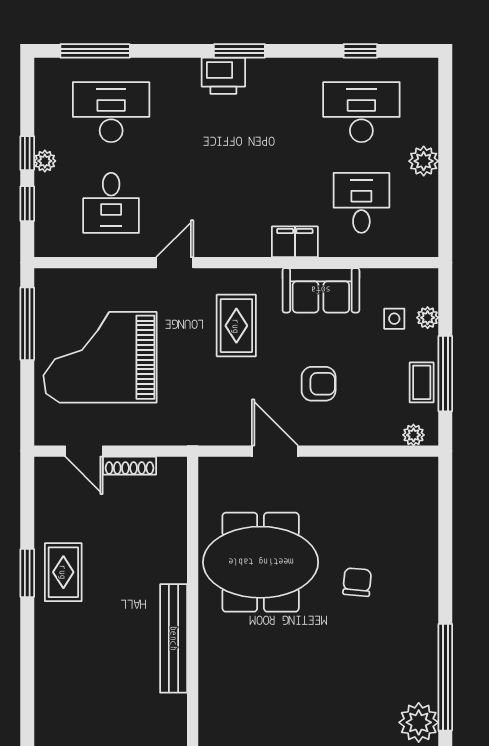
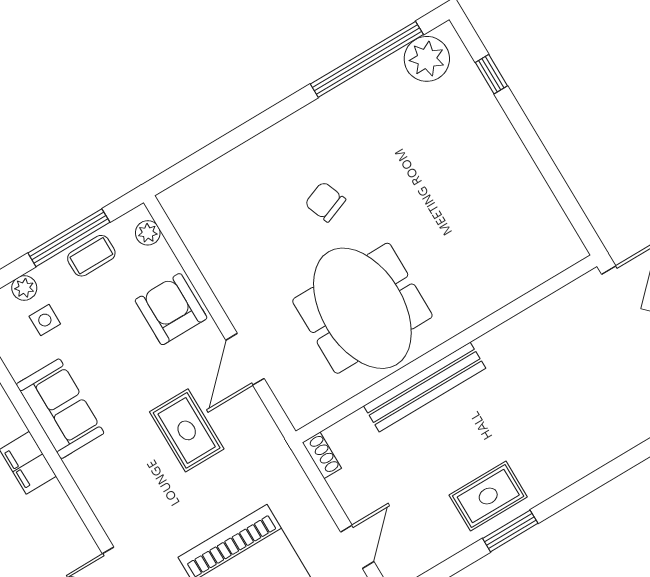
rug: (236, 326) -> (187, 430), moved, turned 90
armchair: (319, 384) -> (171, 309), moved, width x1.38, depth x1.38
shoe rack: (129, 466) -> (322, 455), moved, width x0.70
chair: (357, 582) -> (325, 202), turned 64
bench: (174, 638) -> (425, 387), moved

